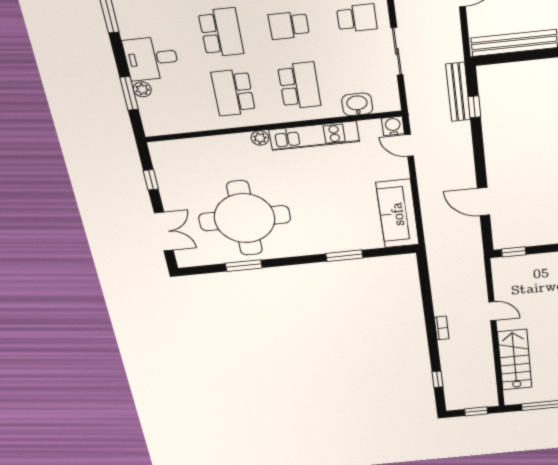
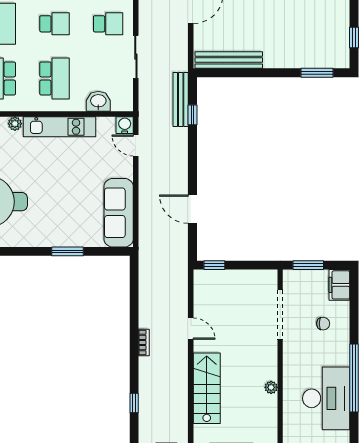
school desk: (289, 25) -> (54, 24), turned 180

